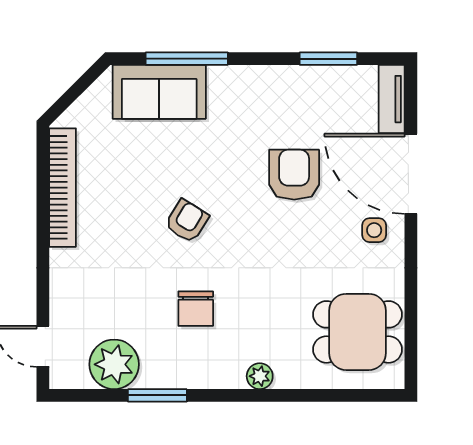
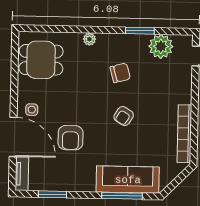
sofa: (159, 92) -> (128, 180), width x1.36
chair: (196, 309) -> (120, 73), turned 75

